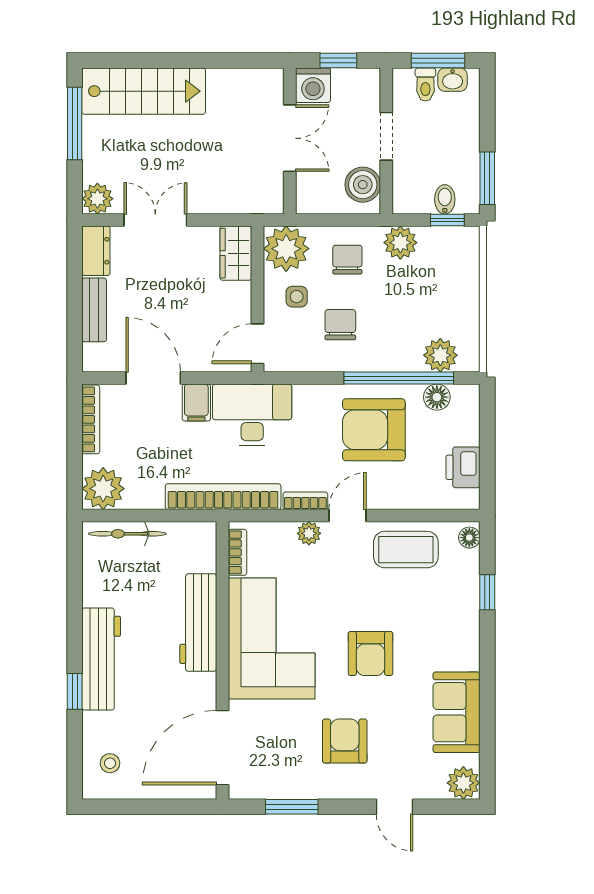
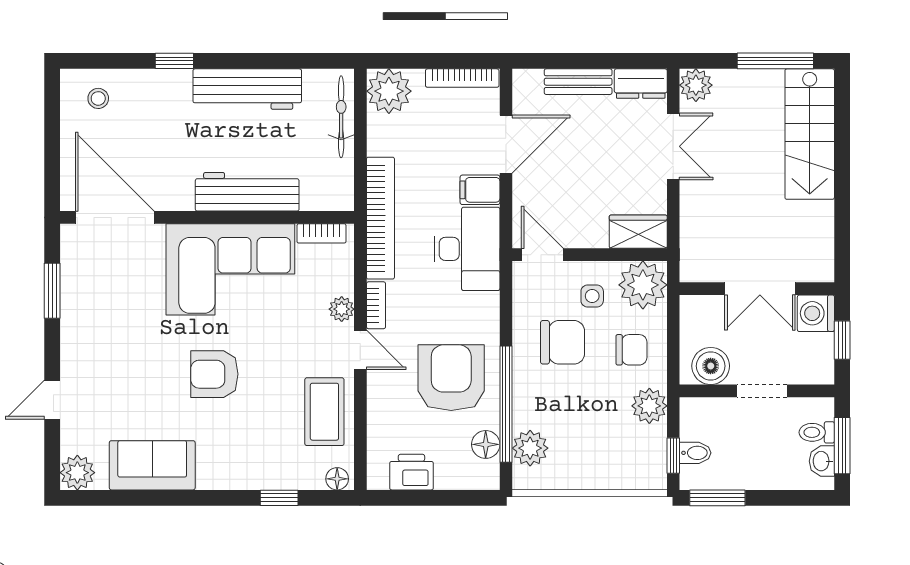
chair: (340, 325) -> (562, 342), width x1.37, depth x1.37
workbench: (101, 659) -> (247, 89), moved
armchair: (345, 741) -> (122, 347), removed

